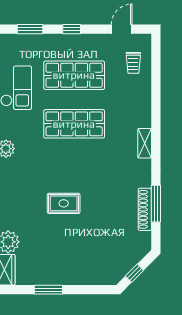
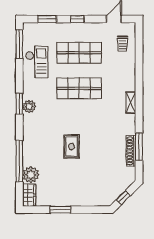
rug: (64, 203) -> (71, 147), turned 90

